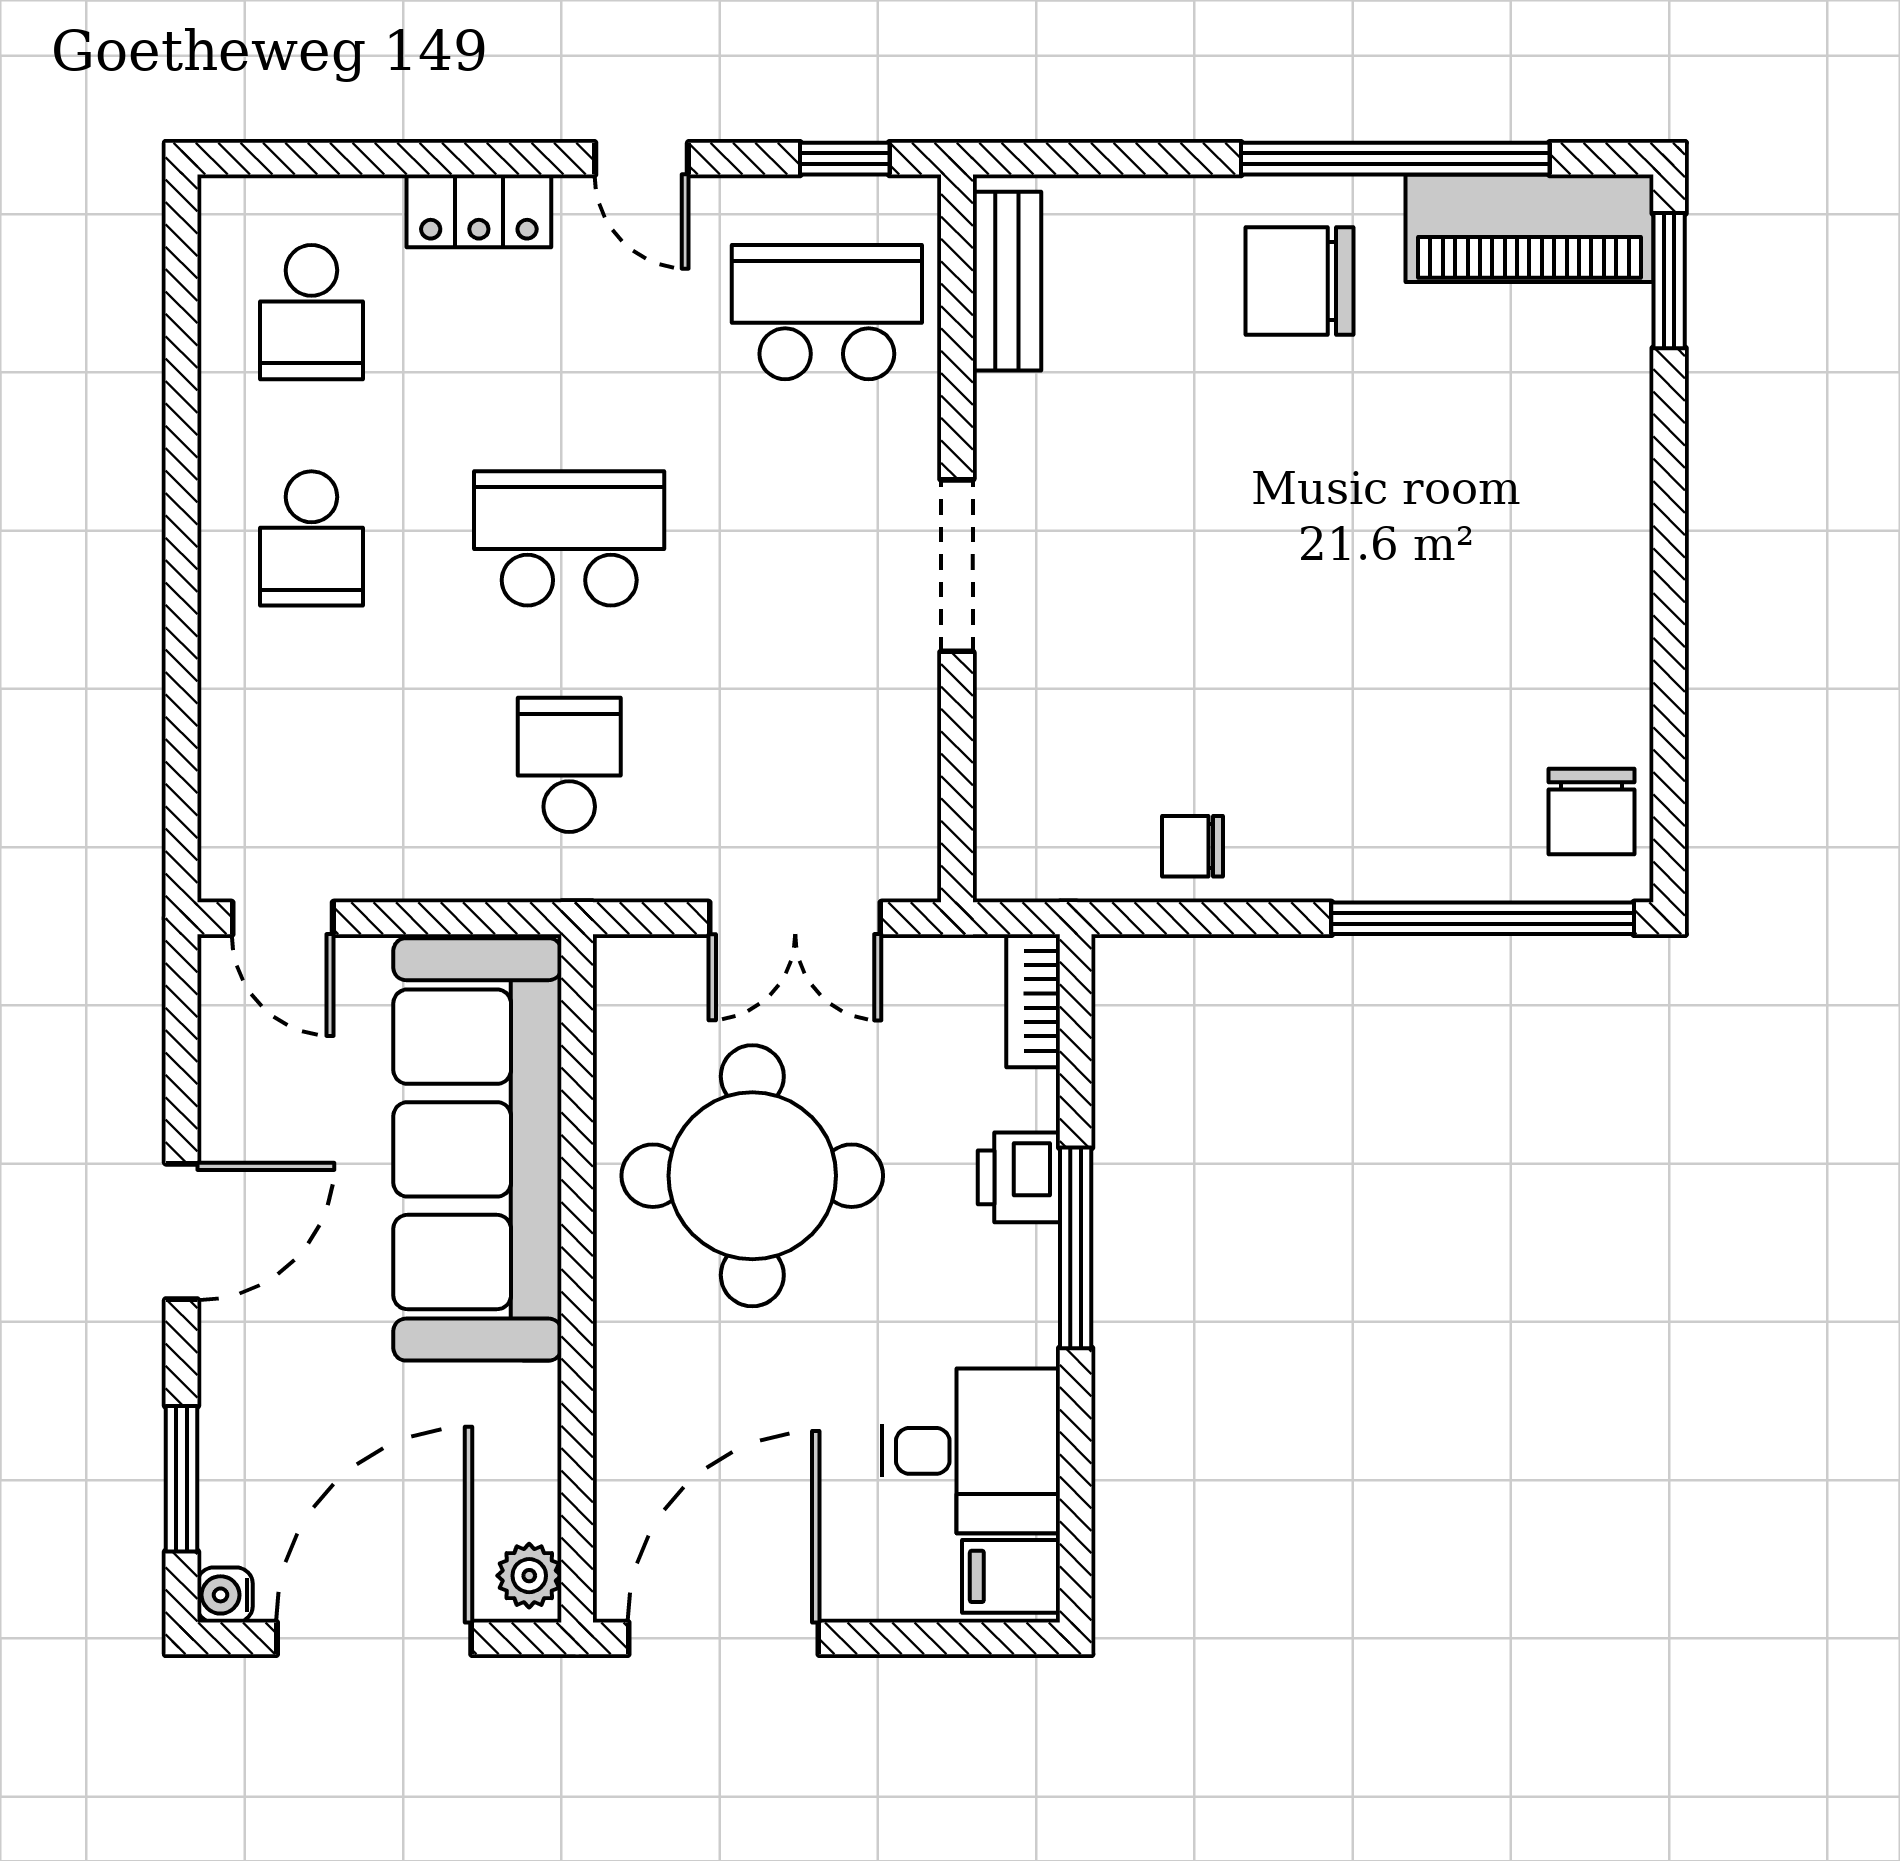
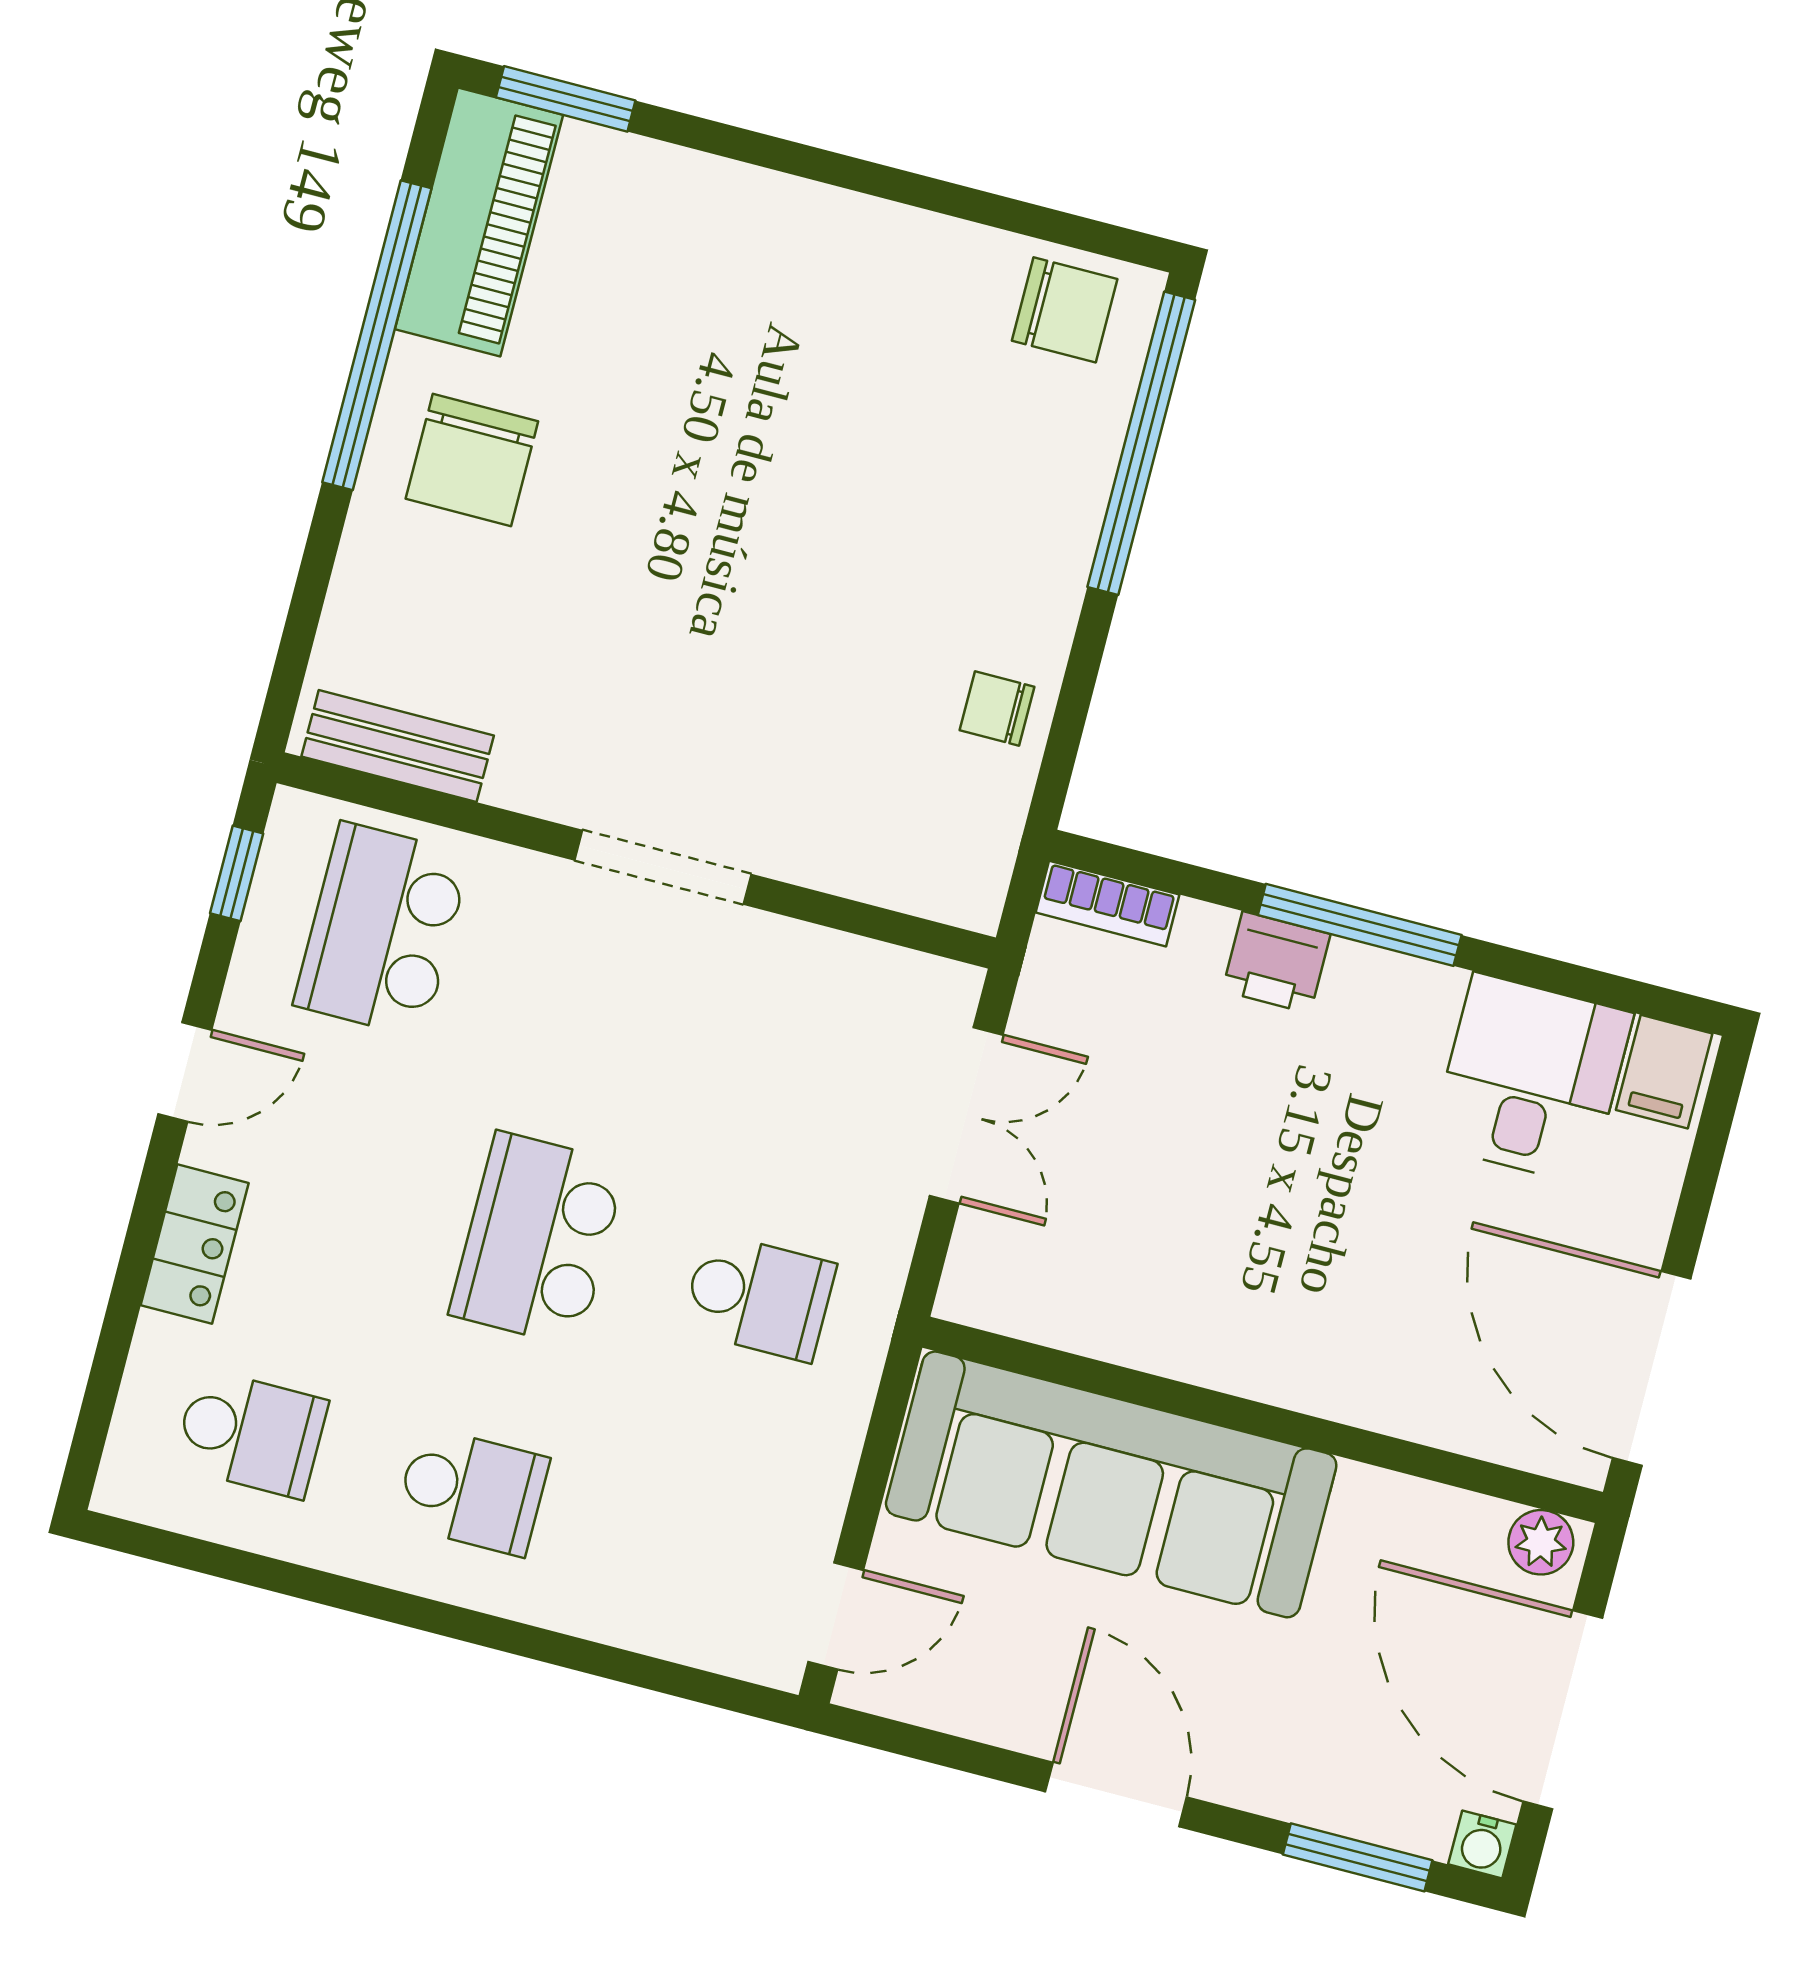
school desk: (569, 765) -> (759, 1297), turned 180
chair: (1193, 846) -> (997, 709), turned 90
round table: (752, 1176) -> (1207, 1223), removed

